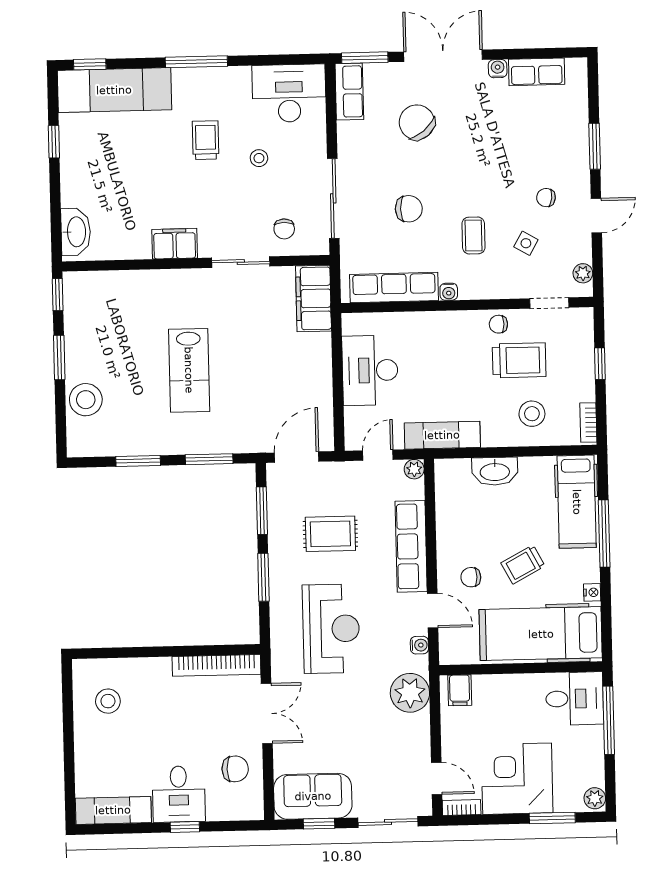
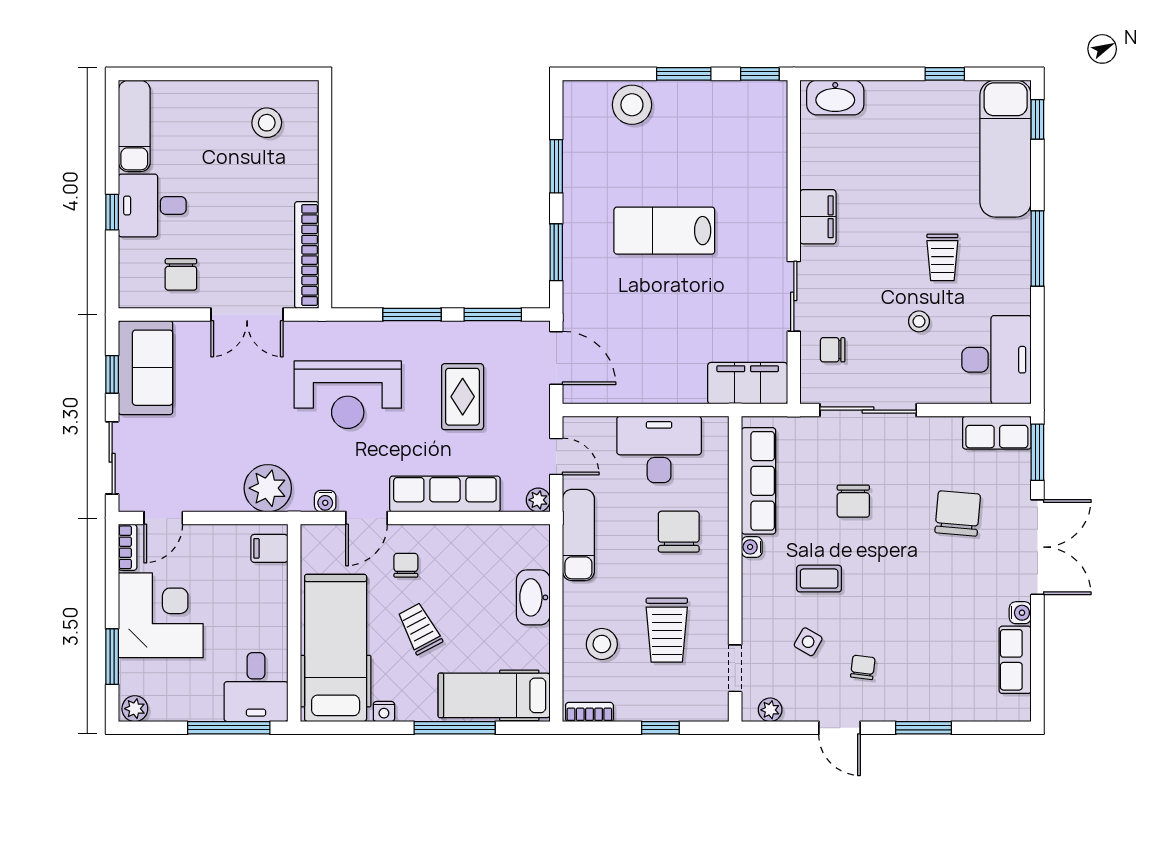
chair: (417, 122) -> (958, 513), turned -45
trolley: (206, 140) -> (942, 257), turned 90
chair: (498, 324) -> (679, 532), moved, width x1.87, depth x1.87

